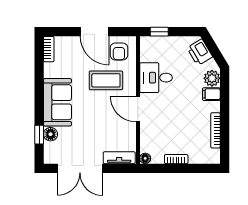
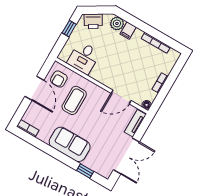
door: (94, 32) -> (34, 88), hinge flipped
window: (159, 32) -> (69, 29), moved
armchair: (119, 51) -> (59, 79), turned 90
desk: (156, 78) -> (84, 58), moved
door: (138, 109) -> (121, 97), moved
floor lamp: (51, 134) -> (90, 163), removed

